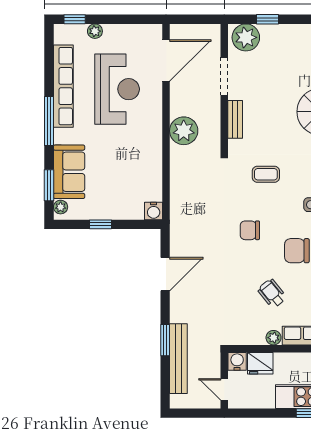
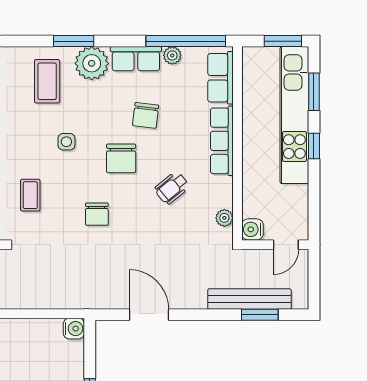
plant: (274, 338) -> (224, 218), moved
window: (165, 340) -> (260, 315), moved
fridge: (260, 363) -> (255, 202), removed

